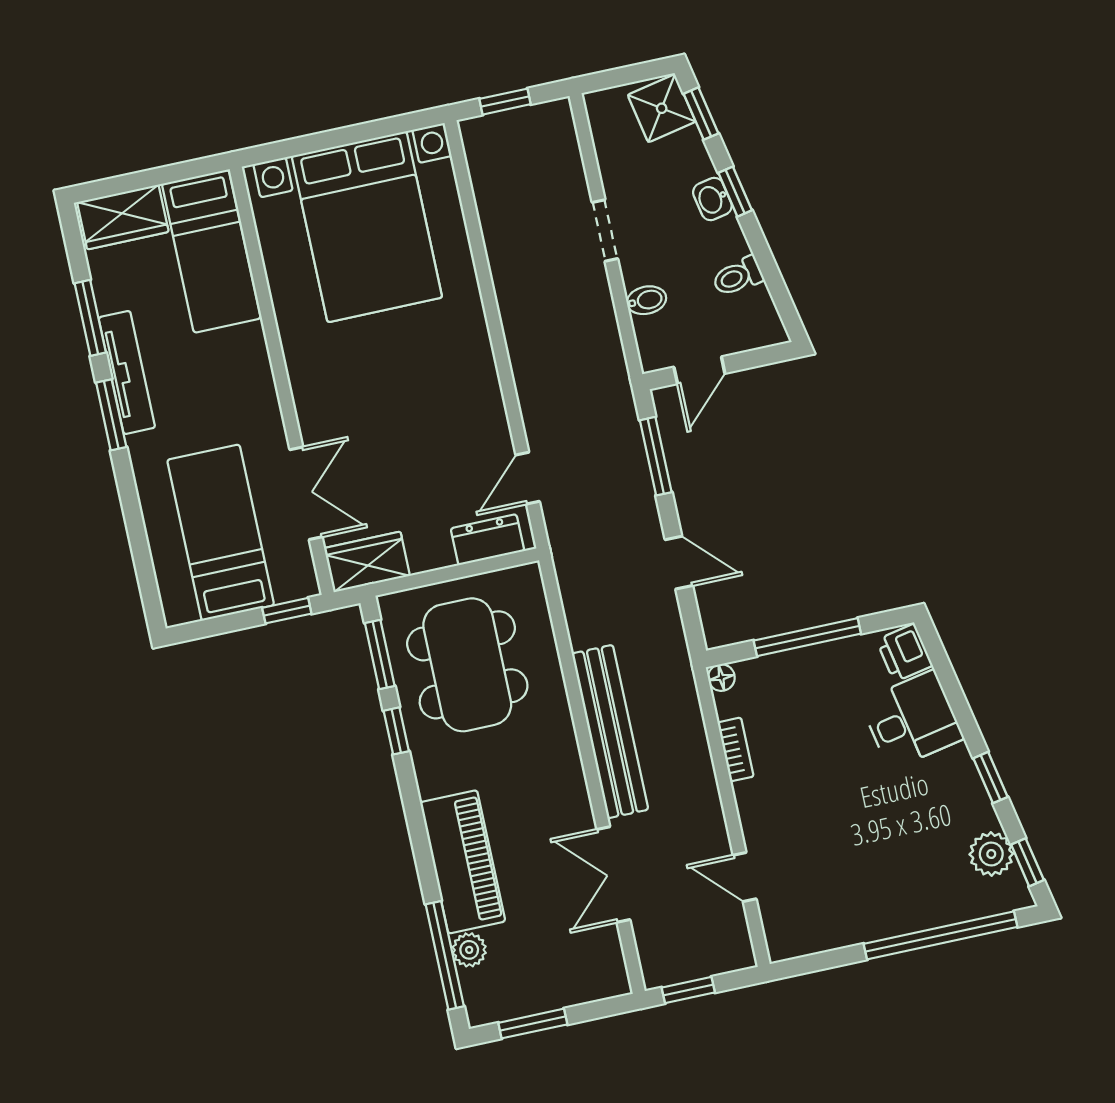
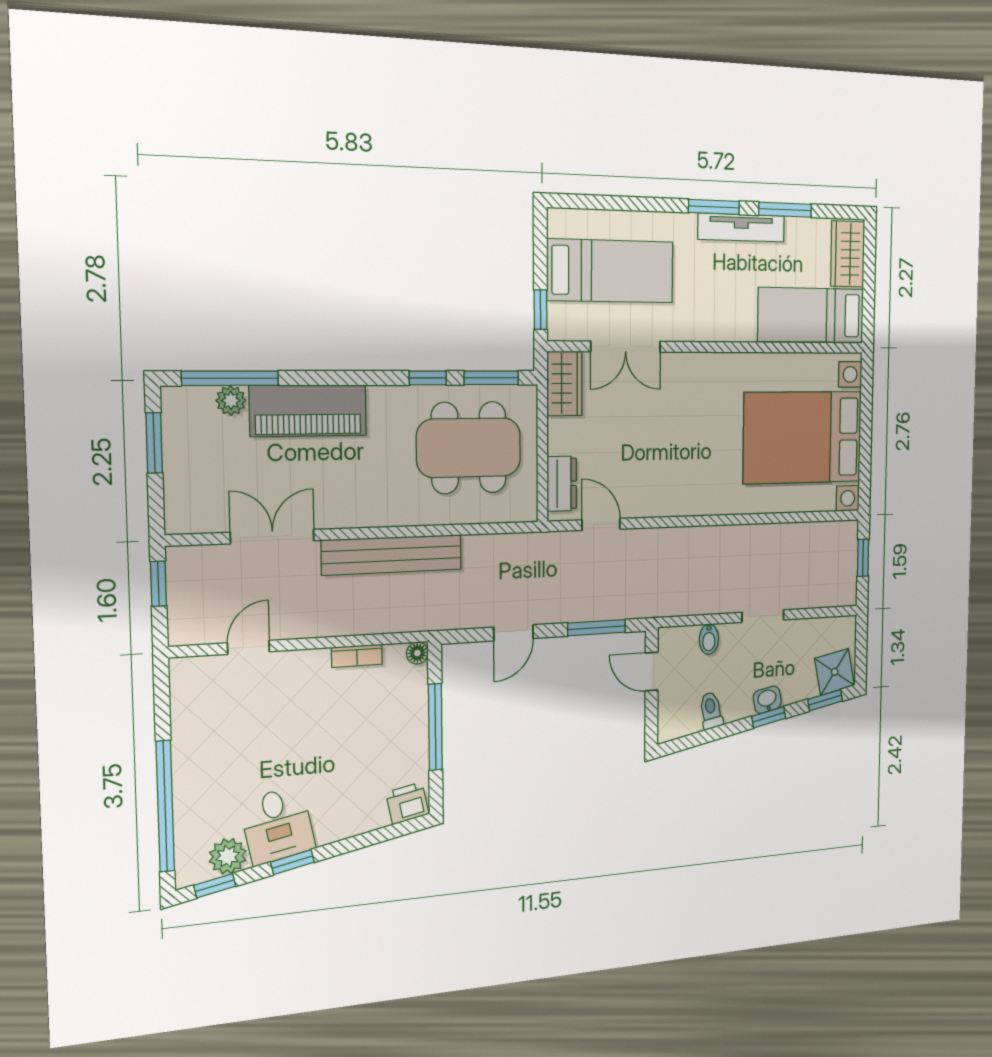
desk: (912, 720) -> (277, 825), moved

